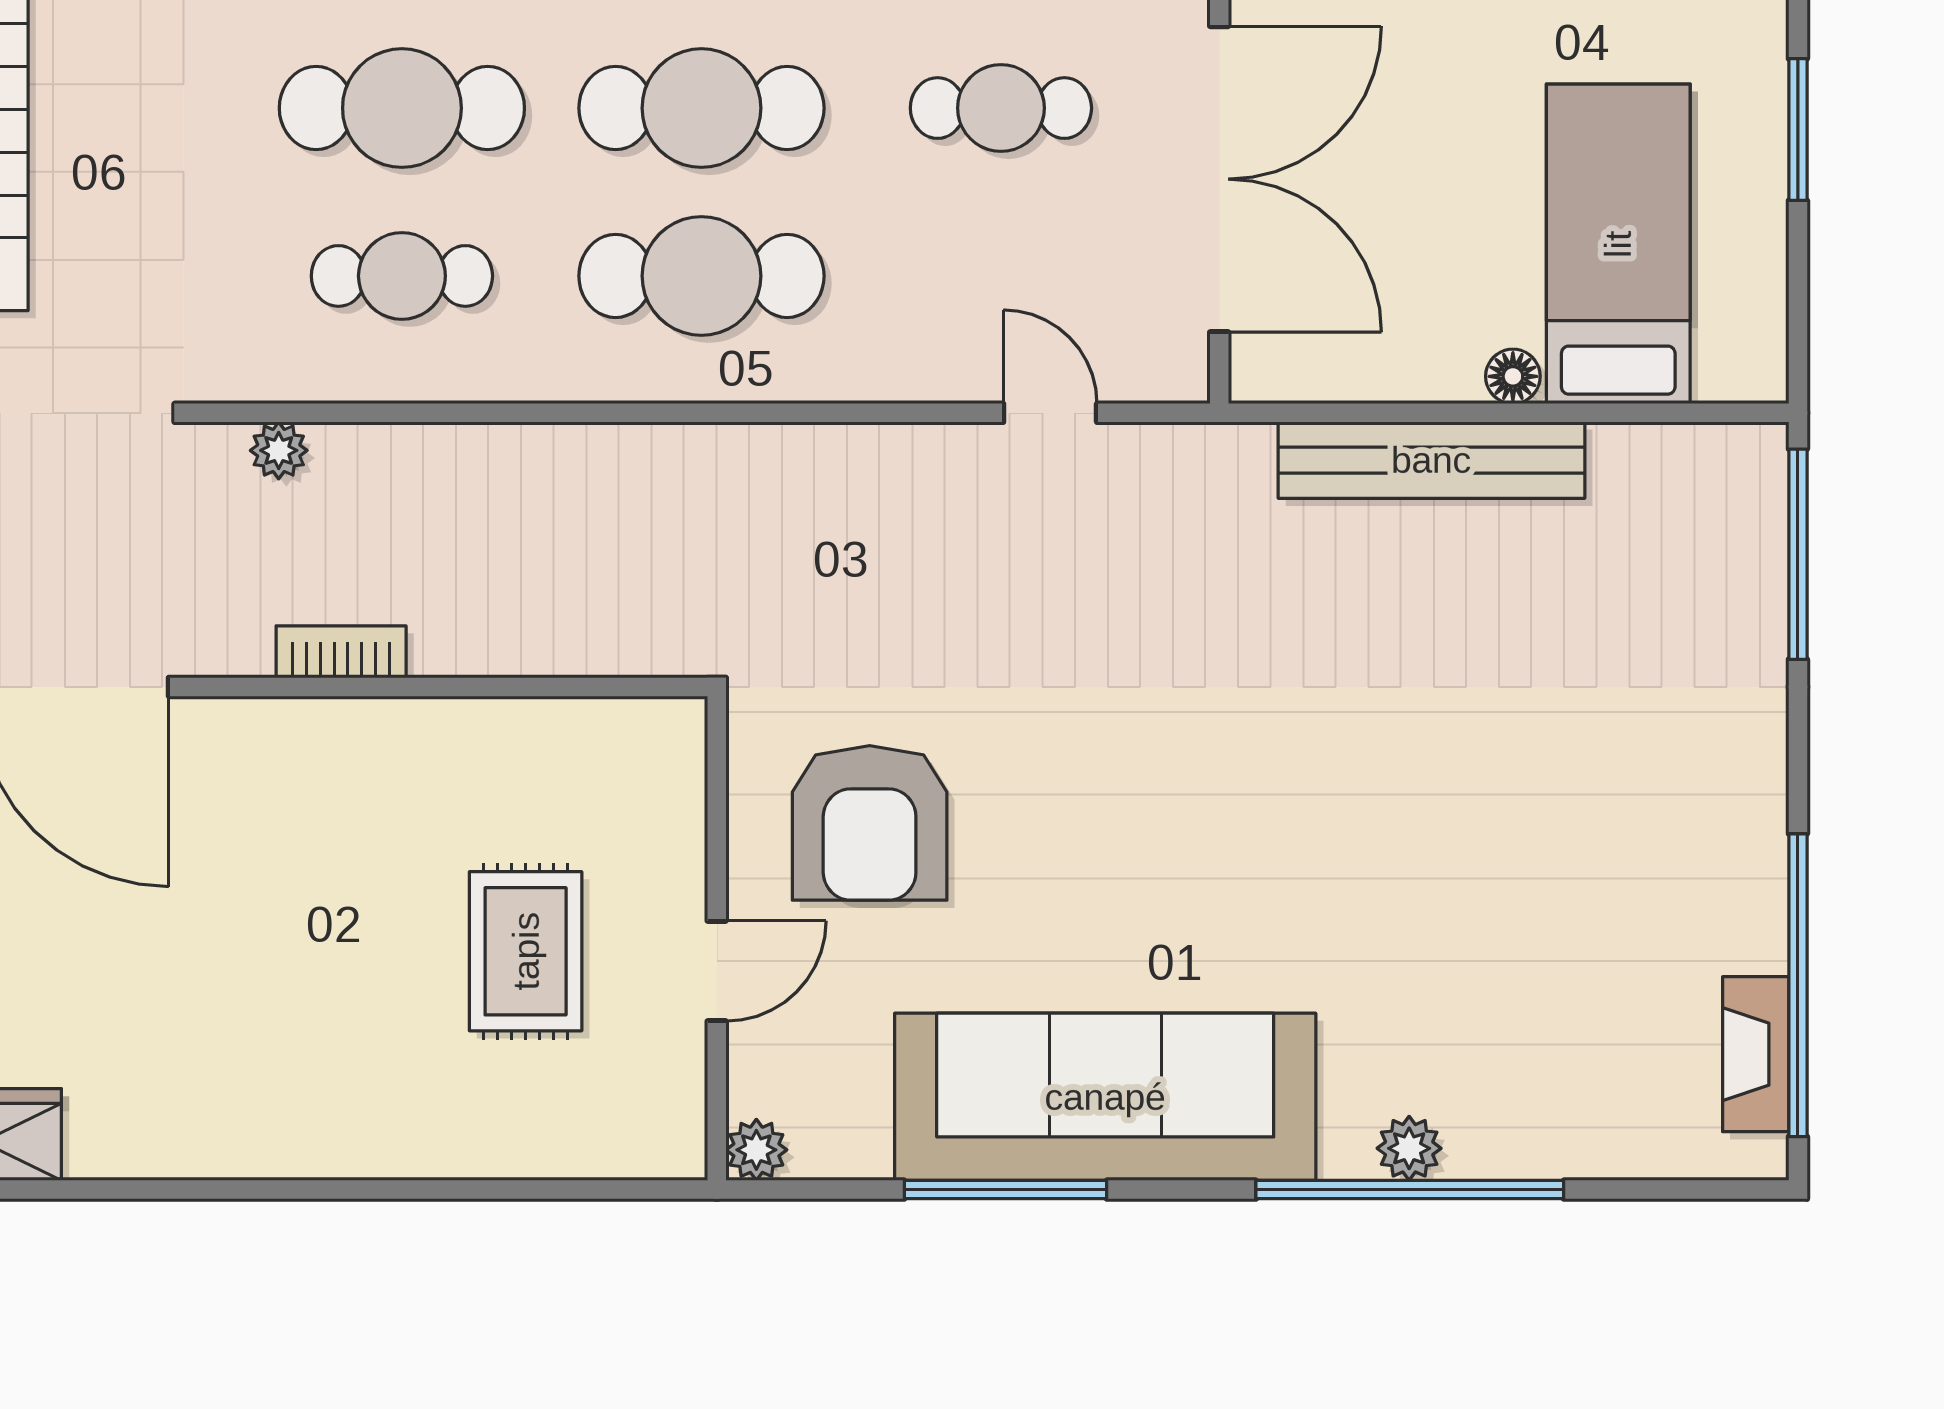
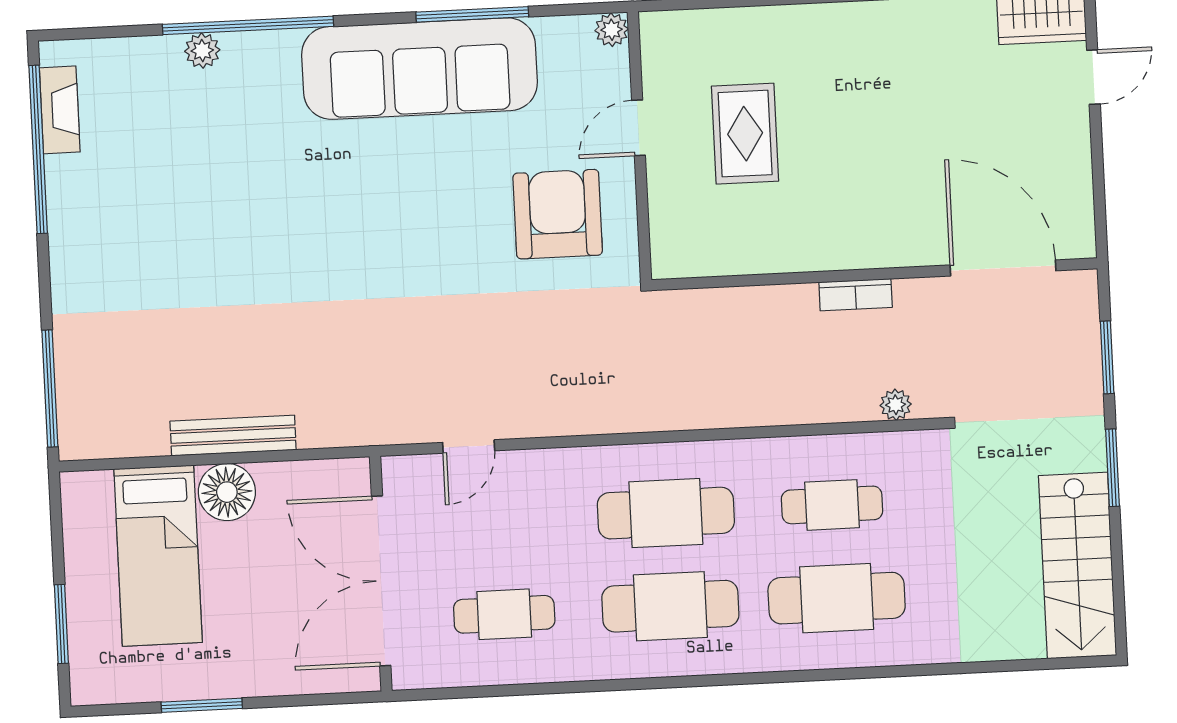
floor lamp: (1513, 376) -> (227, 492), width x1.89, depth x1.89
door: (1050, 413) -> (469, 447), hinge flipped
bench: (1431, 460) -> (233, 436), width x0.73, depth x0.82
plant: (1409, 1148) -> (202, 51), moved

